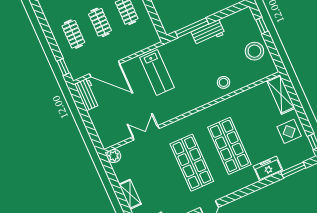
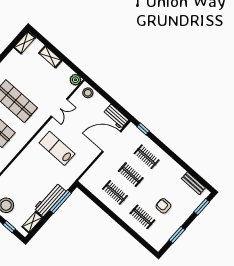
shelving: (234, 19) -> (32, 222), added
workbench: (208, 33) -> (50, 200), width x1.38
lab bench: (157, 73) -> (57, 148), moved
stool: (224, 82) -> (88, 93), moved

